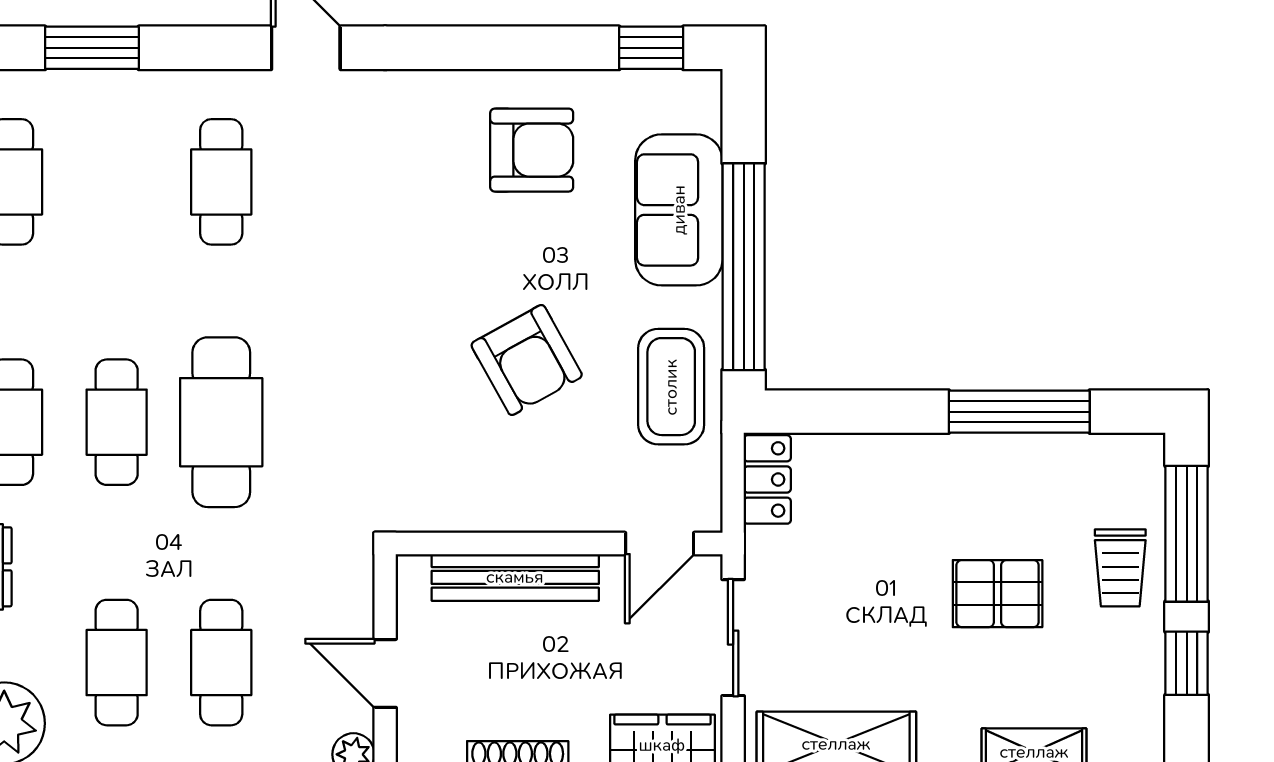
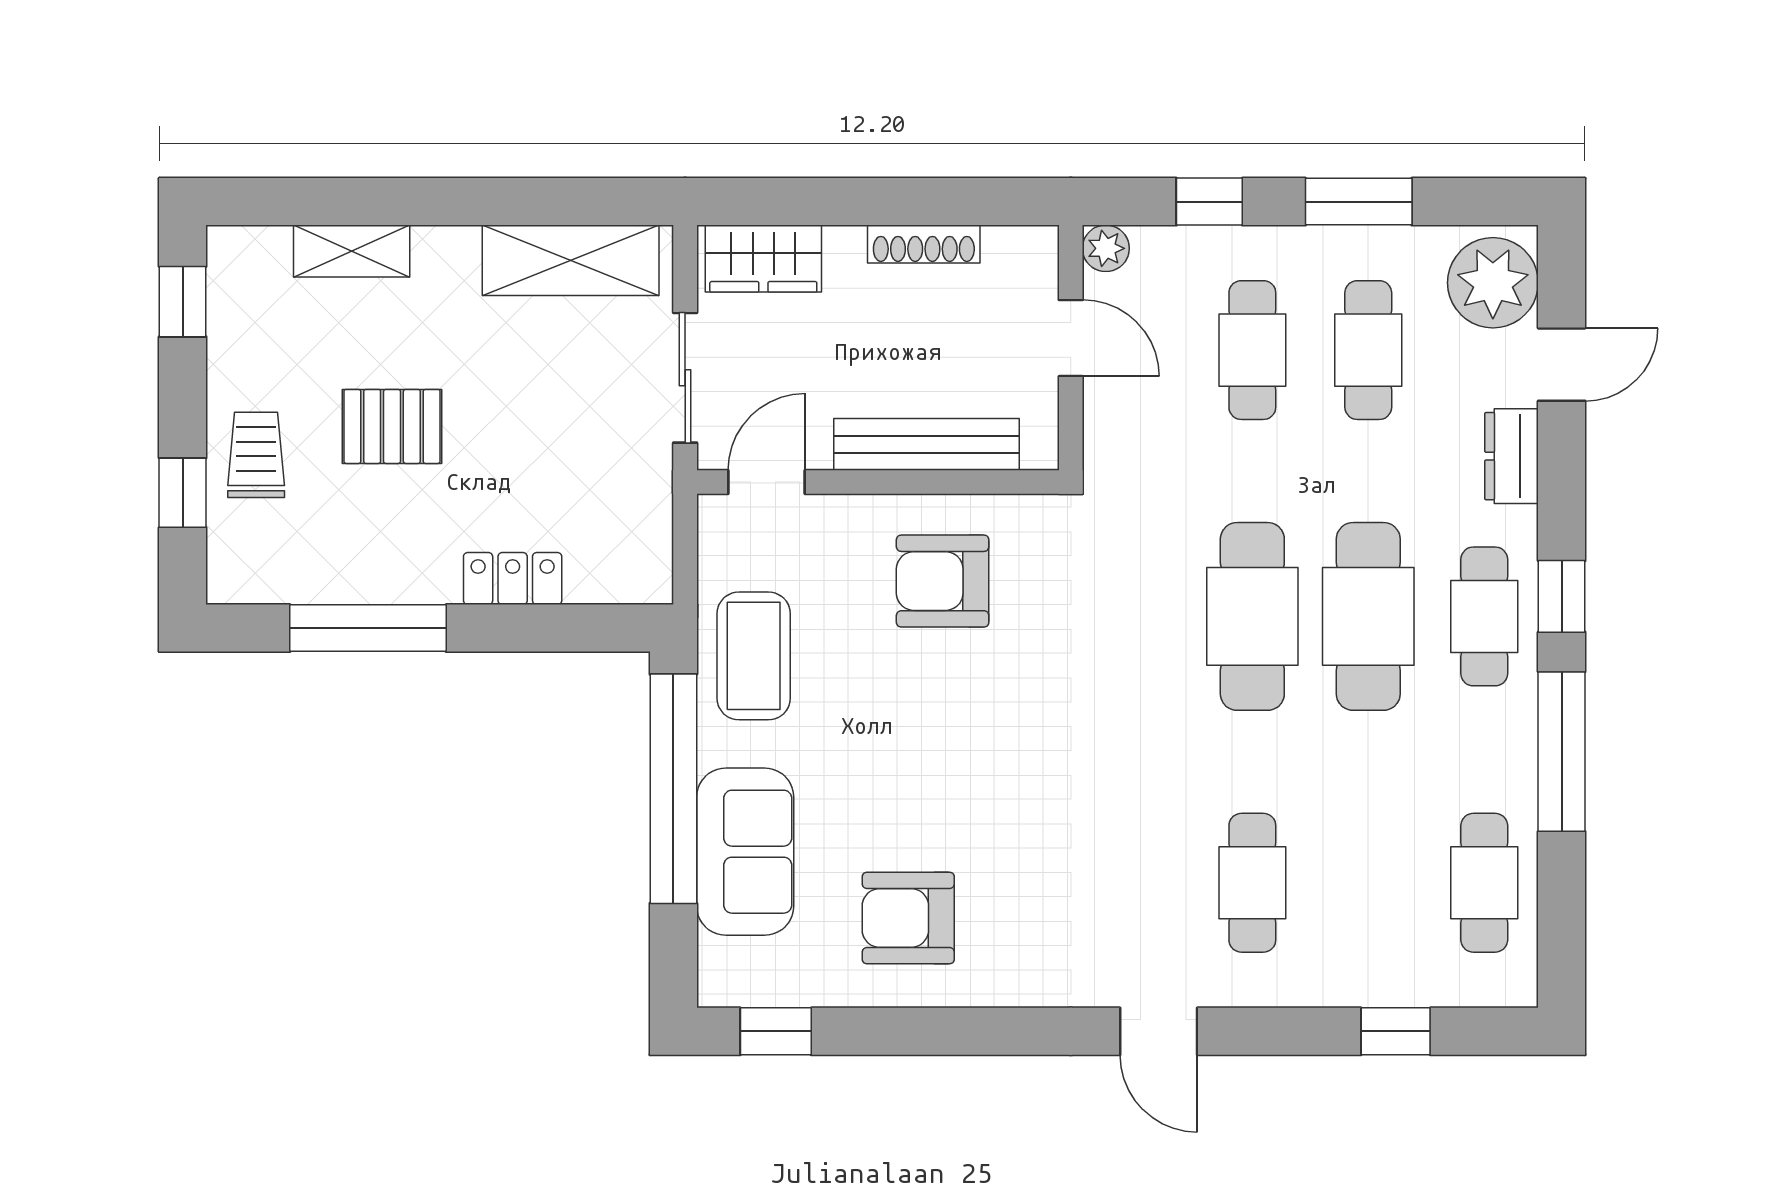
window: (92, 48) -> (1396, 1031), width x0.67
armchair: (527, 360) -> (943, 581), moved, turned -61
cafe table: (117, 422) -> (1368, 616), width x1.37, depth x1.35
locker: (767, 479) -> (513, 579), moved, turned 90
window: (1187, 534) -> (183, 493), width x0.46
window: (1187, 663) -> (183, 302), moved

